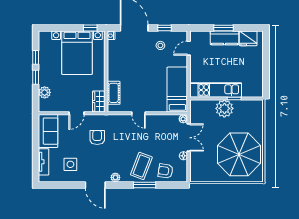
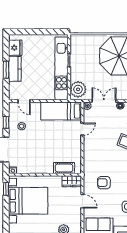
kitchen unit: (216, 90) -> (61, 68), width x1.36
plant: (224, 108) -> (78, 89), moved
door: (138, 113) -> (82, 129), moved

